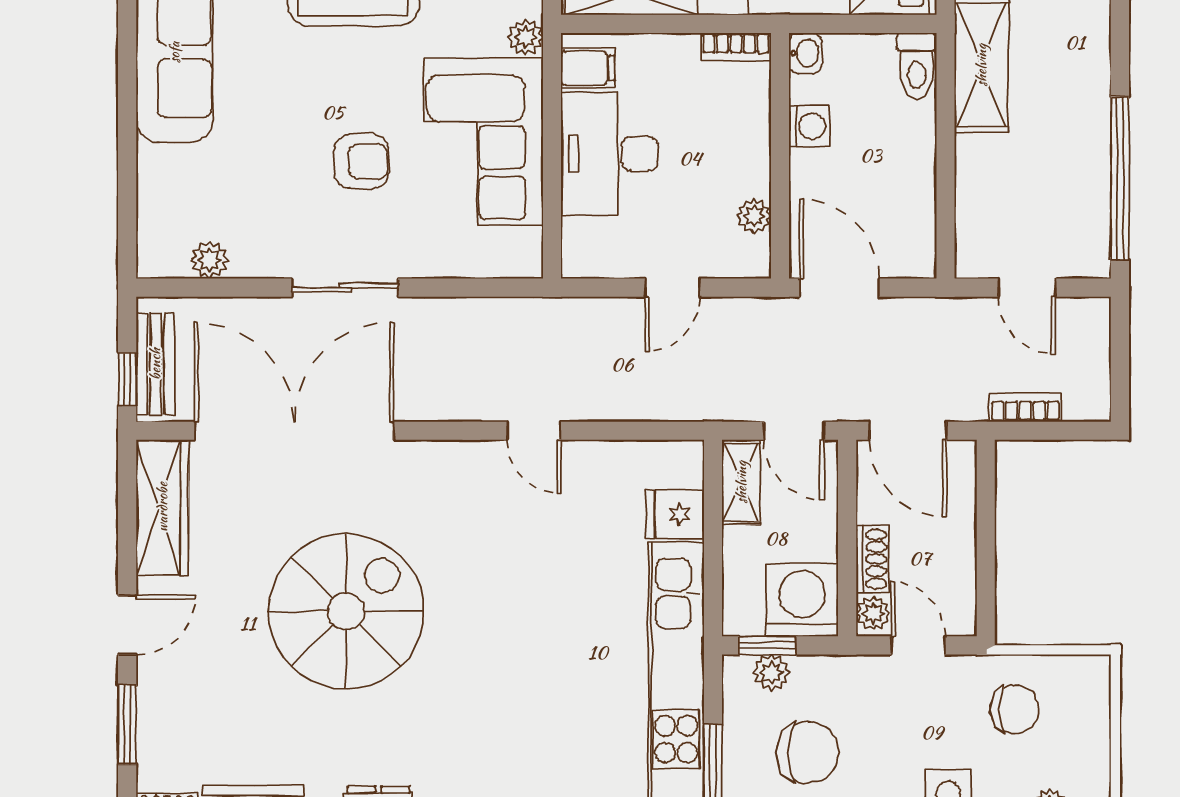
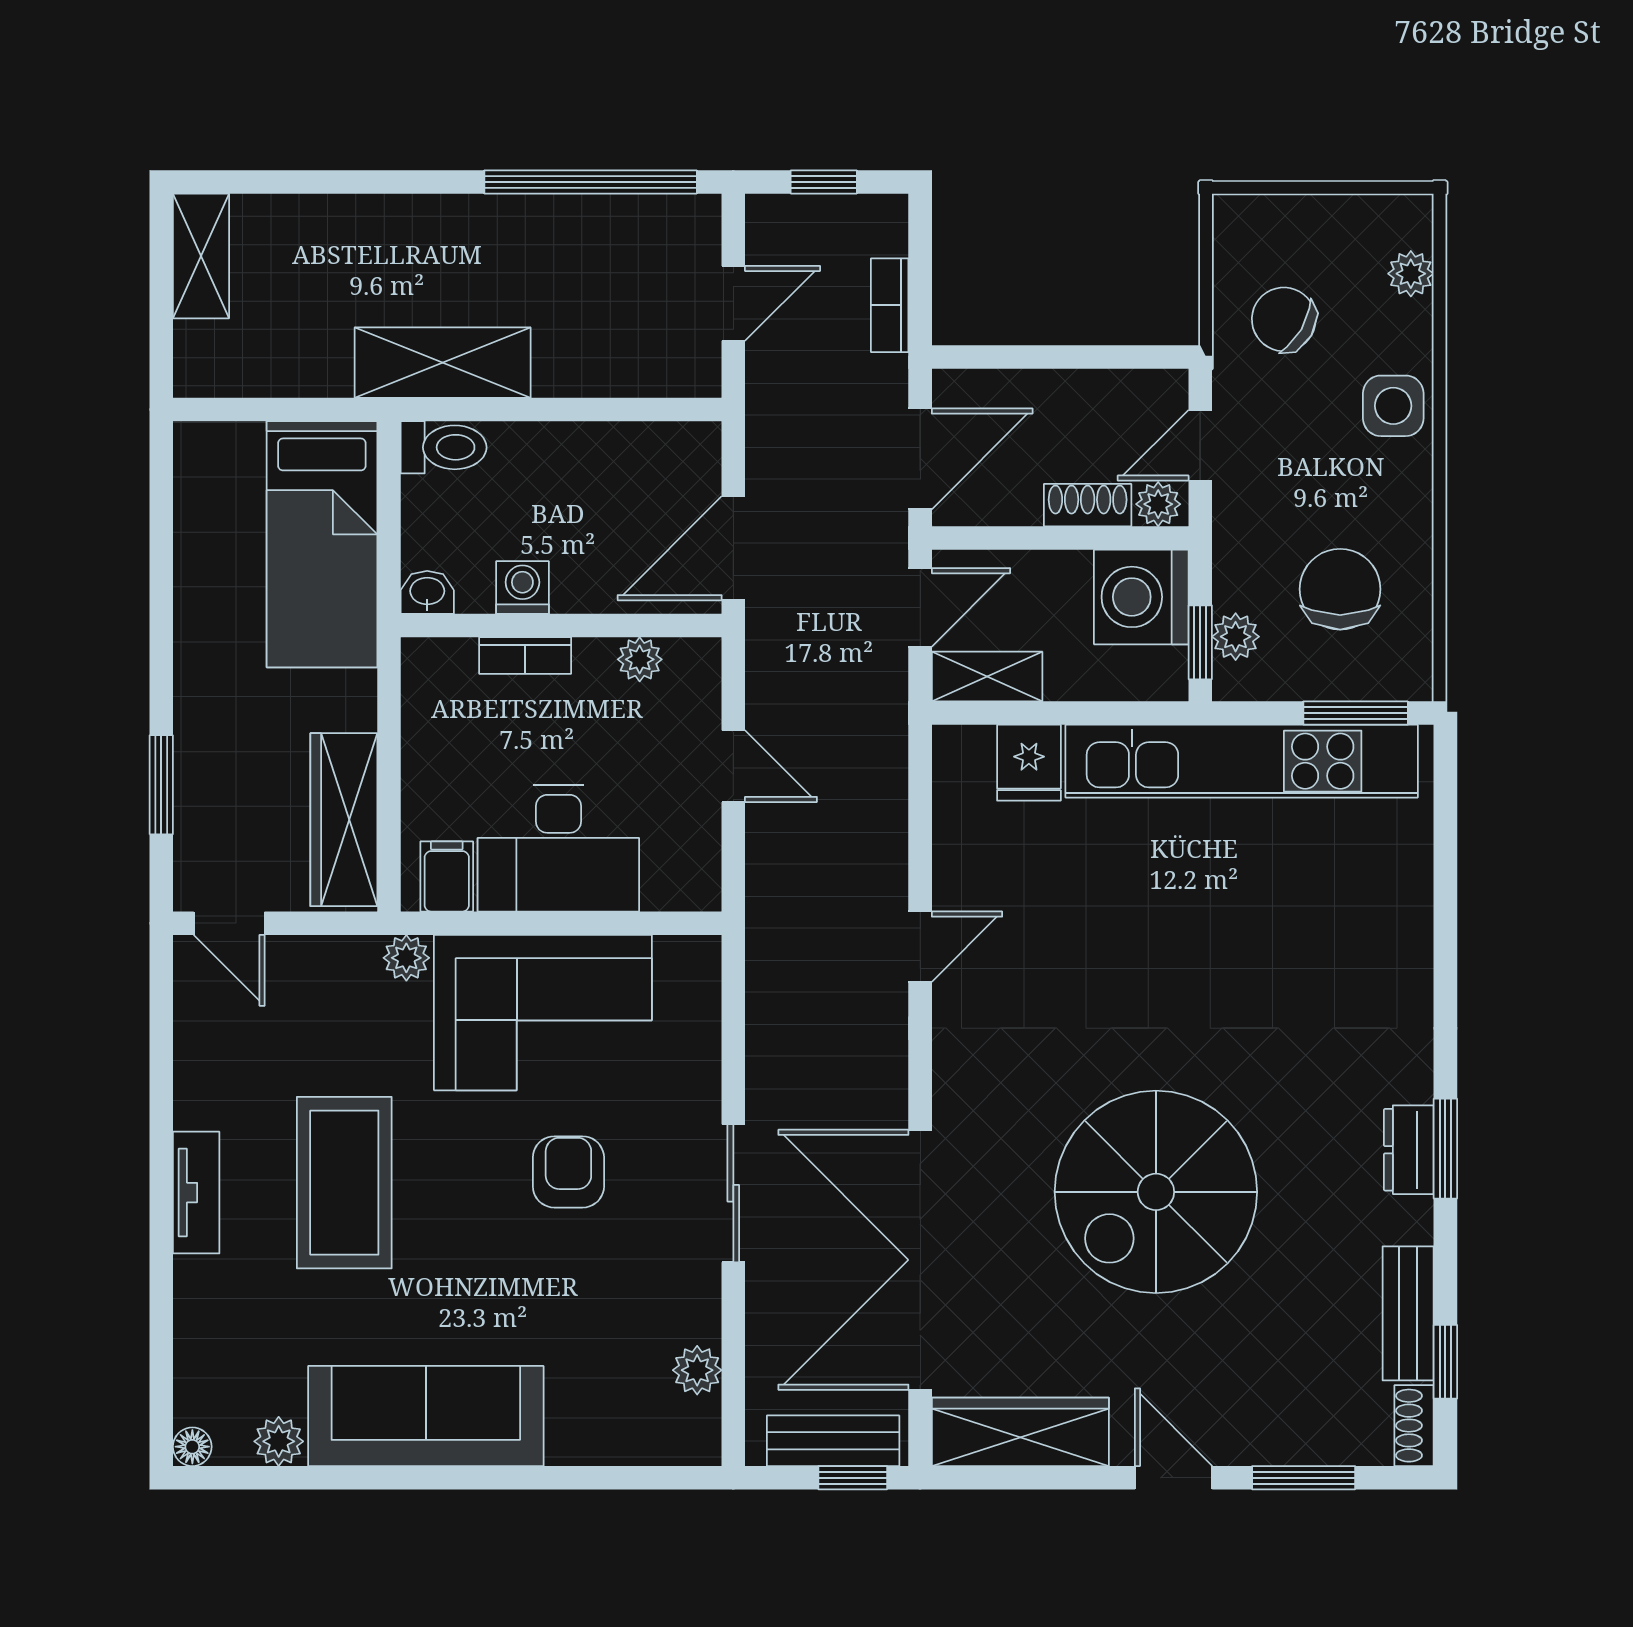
bookcase: (736, 47) -> (525, 656), moved, turned 90
window: (1120, 357) -> (824, 182), added
spiral stairs: (346, 611) -> (1156, 1192), turned -90
chair: (1015, 709) -> (1284, 319), turned -60

